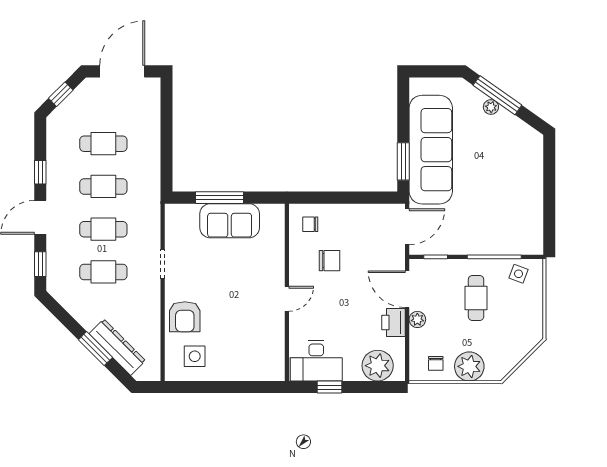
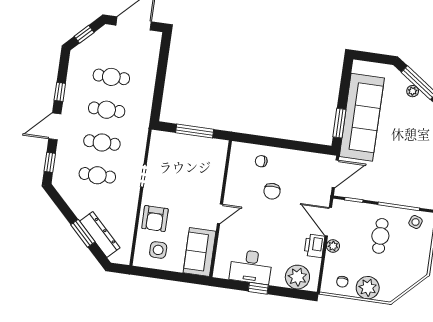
sofa: (230, 221) -> (200, 252), moved, turned 90
chair: (329, 261) -> (272, 191), turned 90
wall: (287, 292) -> (221, 209), moved
door: (287, 299) -> (220, 214), moved

